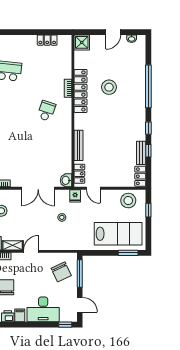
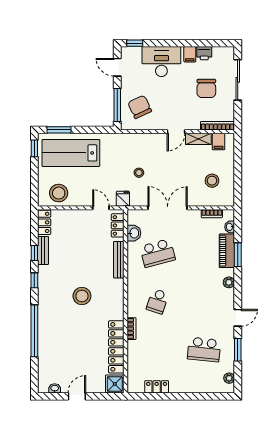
stool: (109, 87) -> (82, 296), moved
locker: (81, 91) -> (116, 347), moved
school desk: (46, 151) -> (157, 253), added
washbasin: (66, 180) -> (134, 233), moved
window: (148, 210) -> (34, 148), moved

